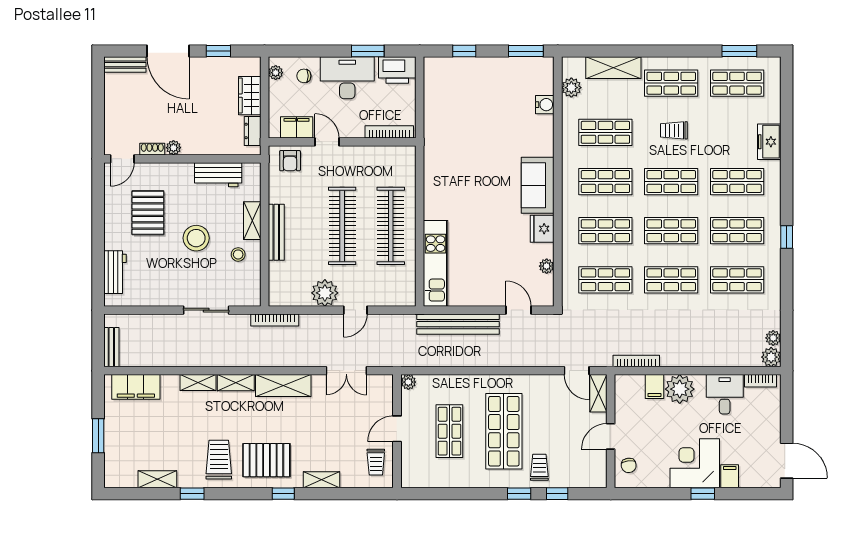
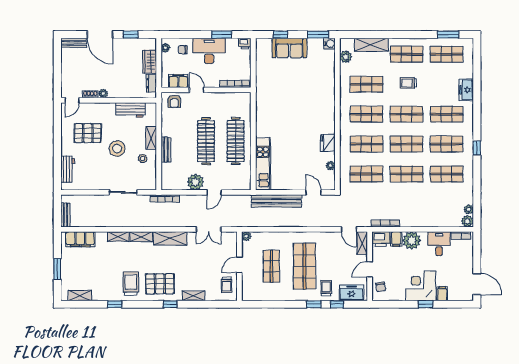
printer: (397, 70) -> (245, 44), width x0.53, depth x0.68
water cooler: (545, 105) -> (329, 44), moved
sofa: (538, 185) -> (289, 48), moved, turned -90
pallet: (148, 213) -> (88, 133), turned 90
bench: (276, 232) -> (166, 150), width x0.73
printer: (629, 387) -> (381, 239), added
freezer: (581, 475) -> (351, 293), added
shelving: (157, 479) -> (80, 295), moved

